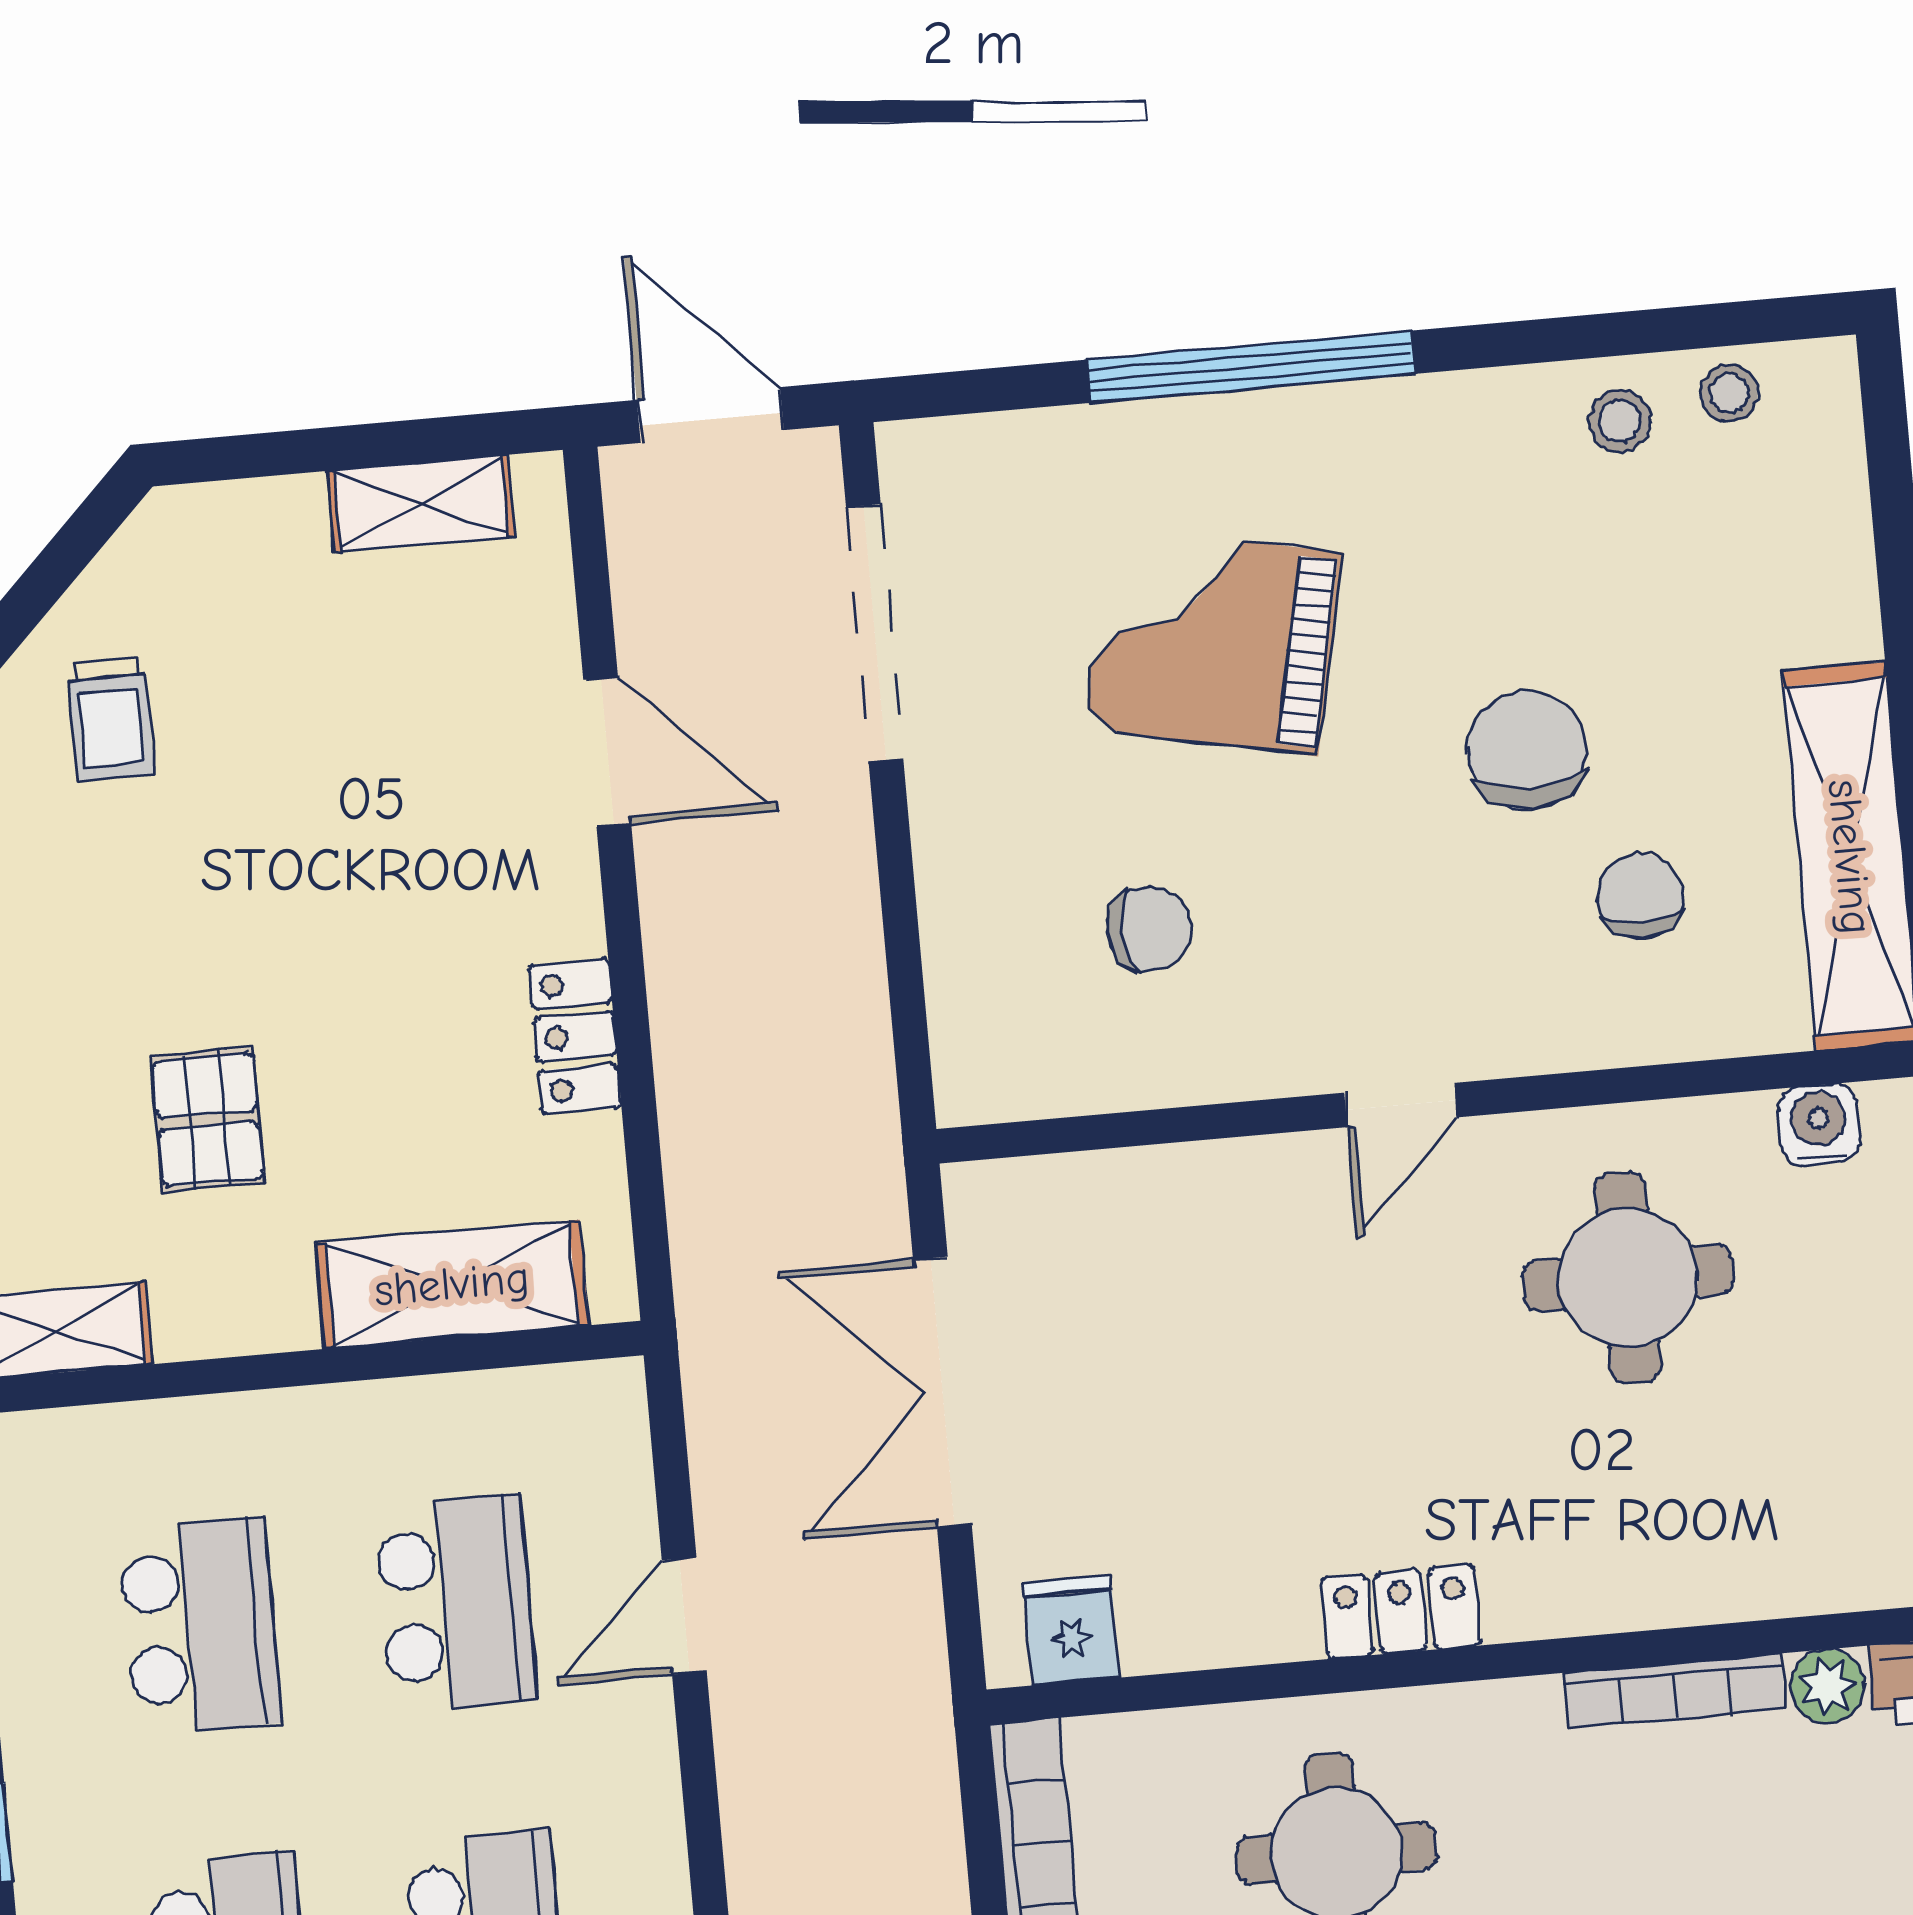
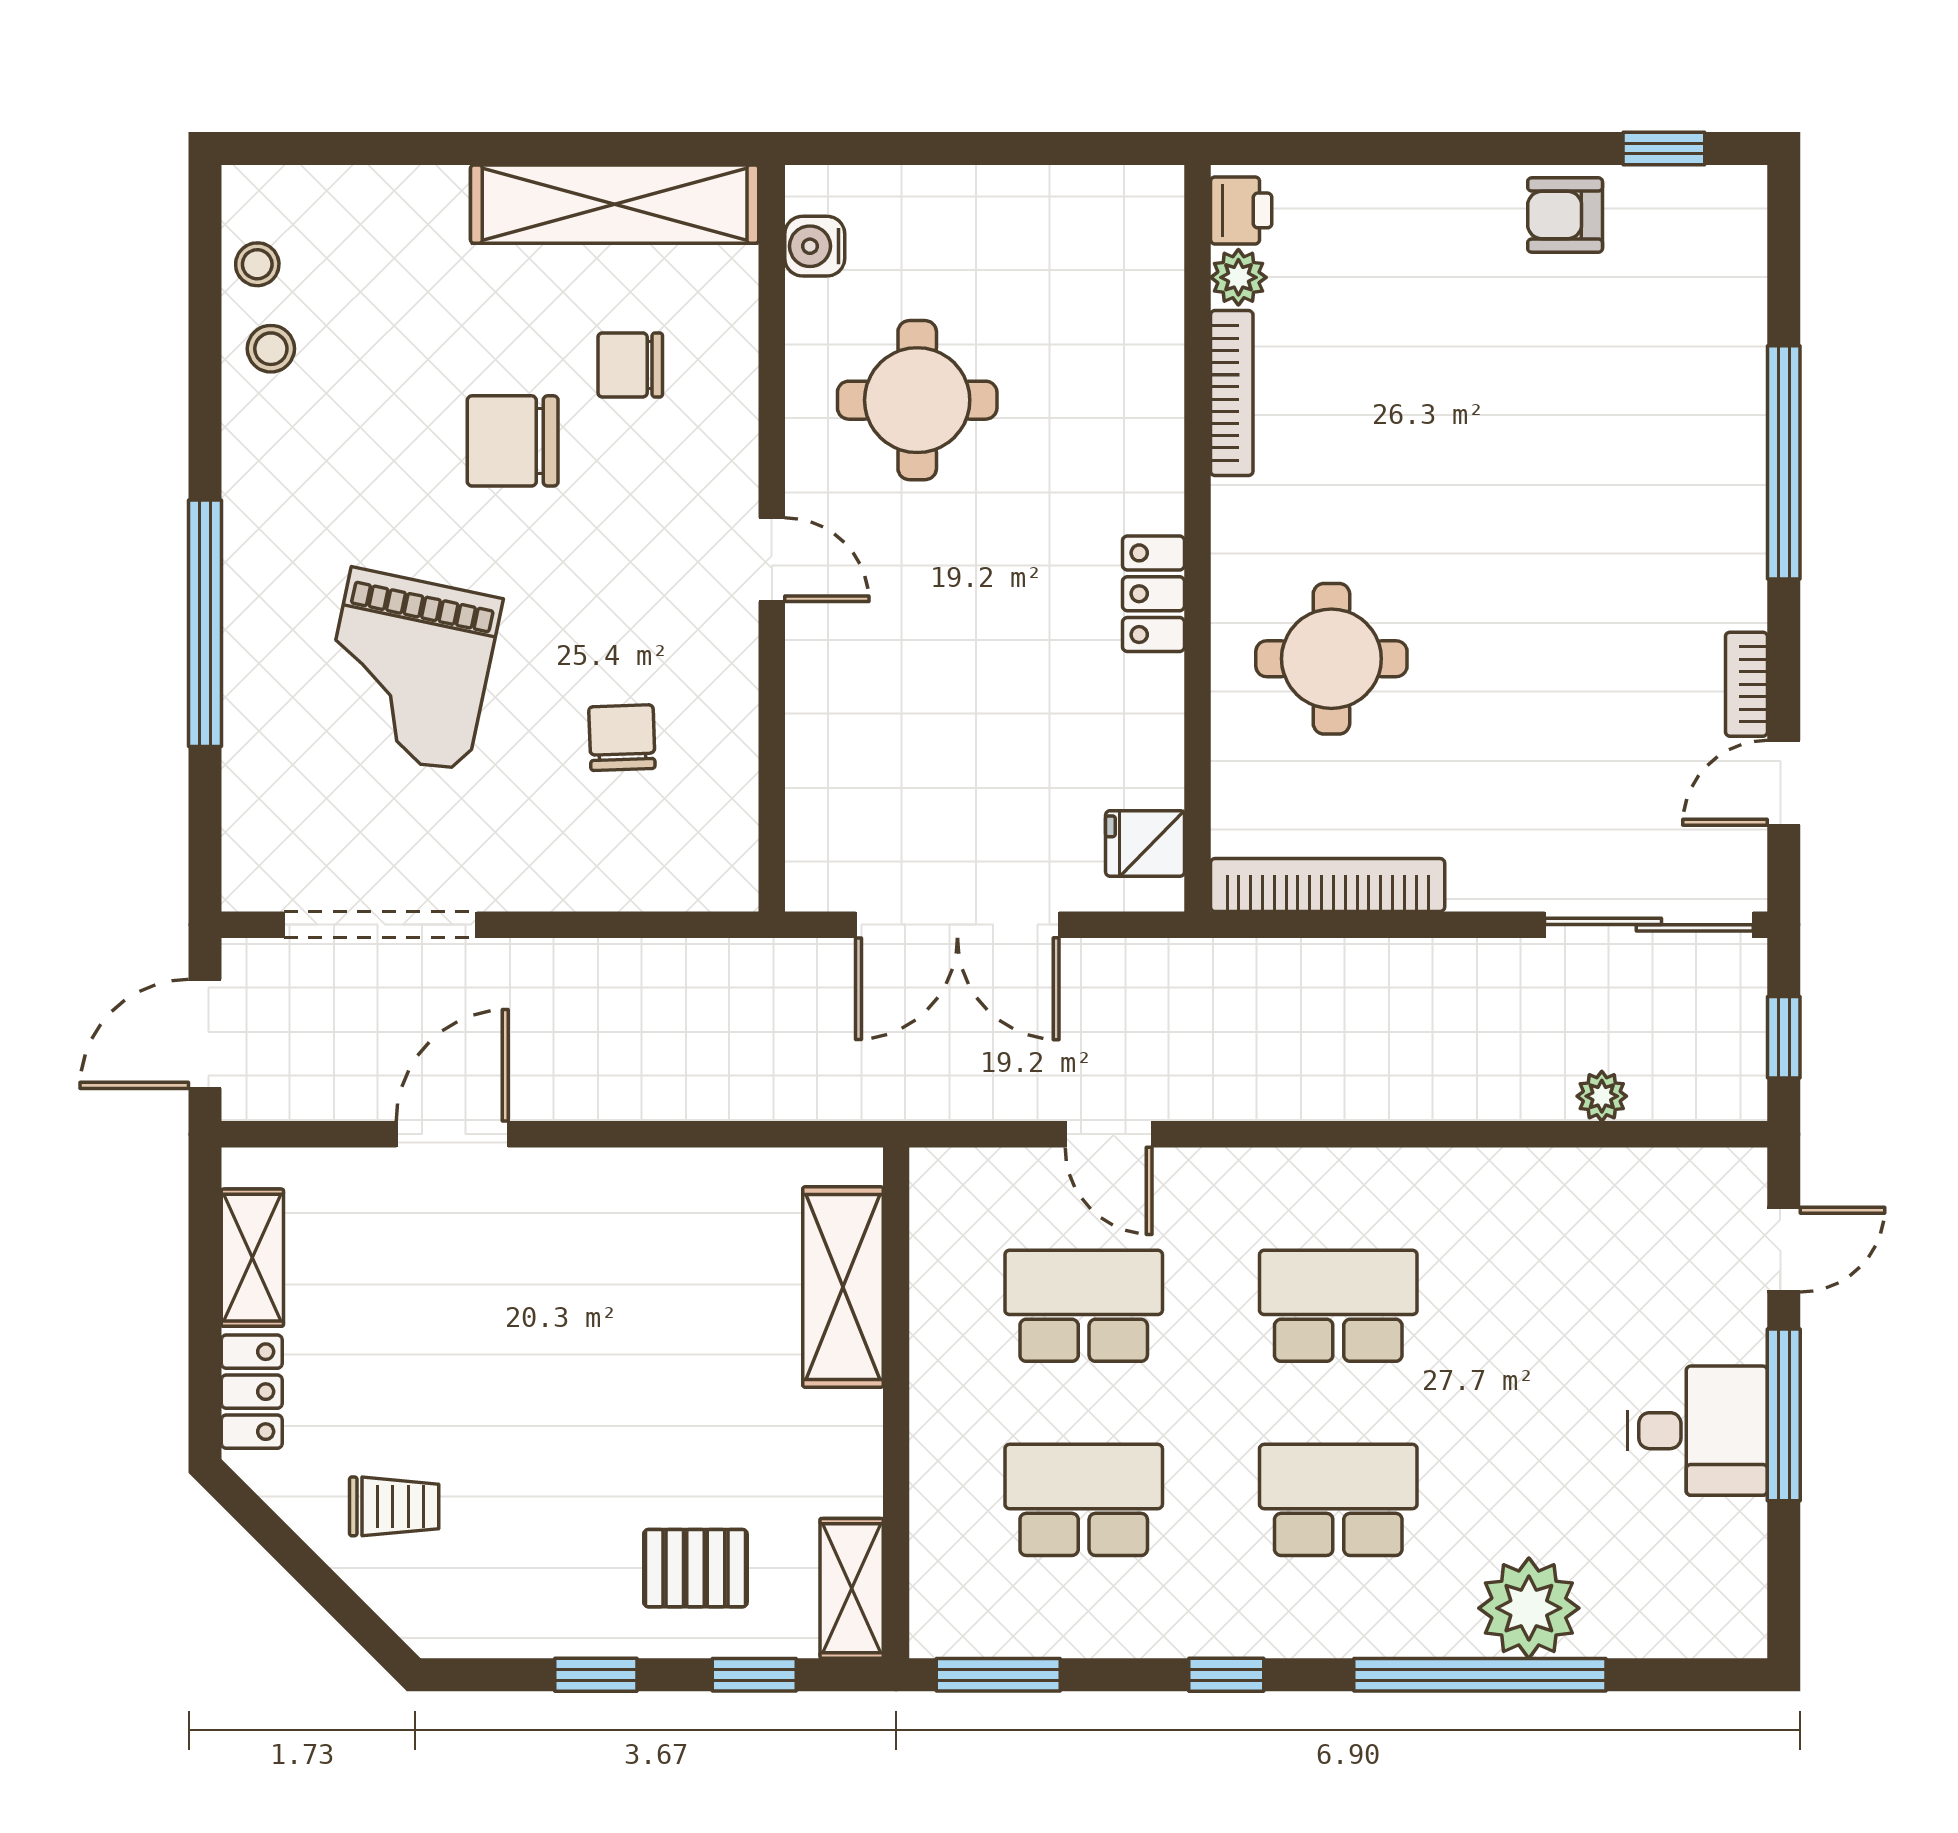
locker: (575, 1037) -> (252, 1392), moved, turned -90
pallet: (208, 1120) -> (695, 1568), moved

